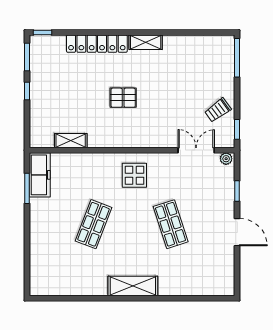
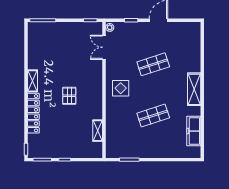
trolley: (218, 110) -> (77, 33), removed
freezer: (40, 175) -> (194, 131), moved, turned -90
shop shelf: (93, 224) -> (153, 115), turned -39

